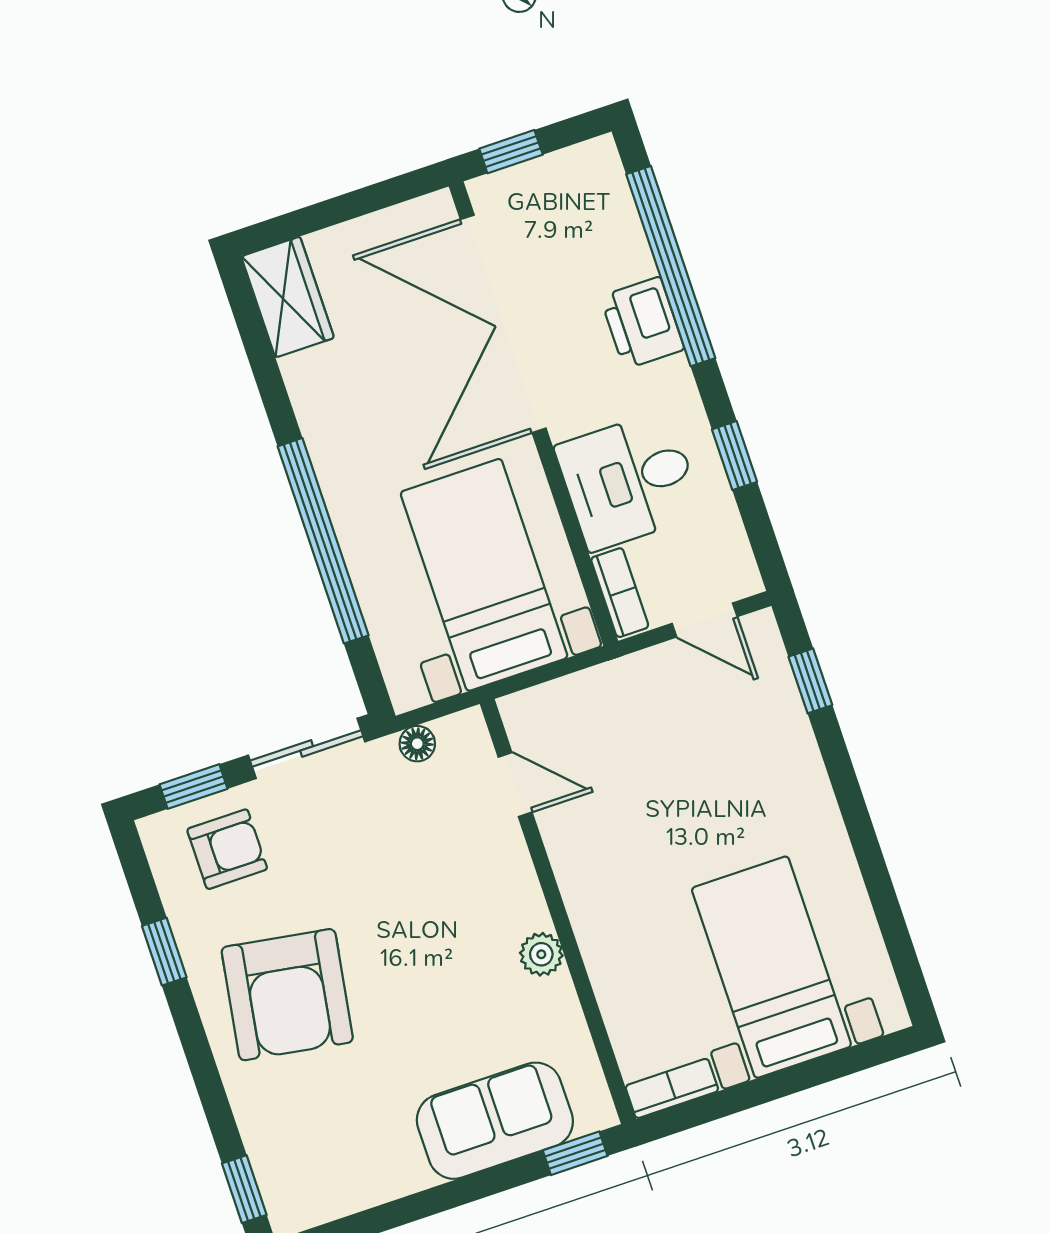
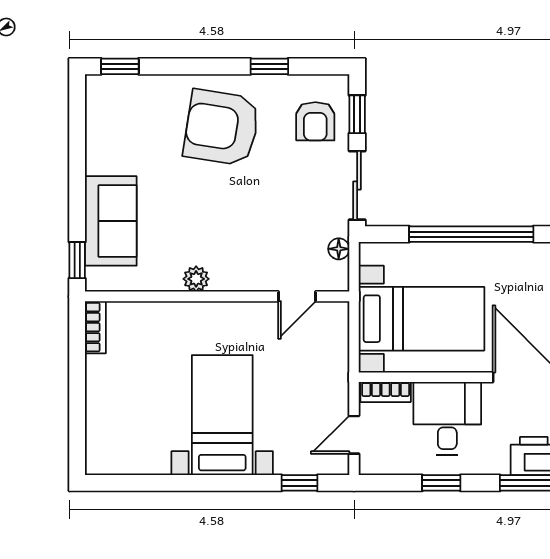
bed with nightstands: (771, 967) -> (222, 415), moved, turned -90

